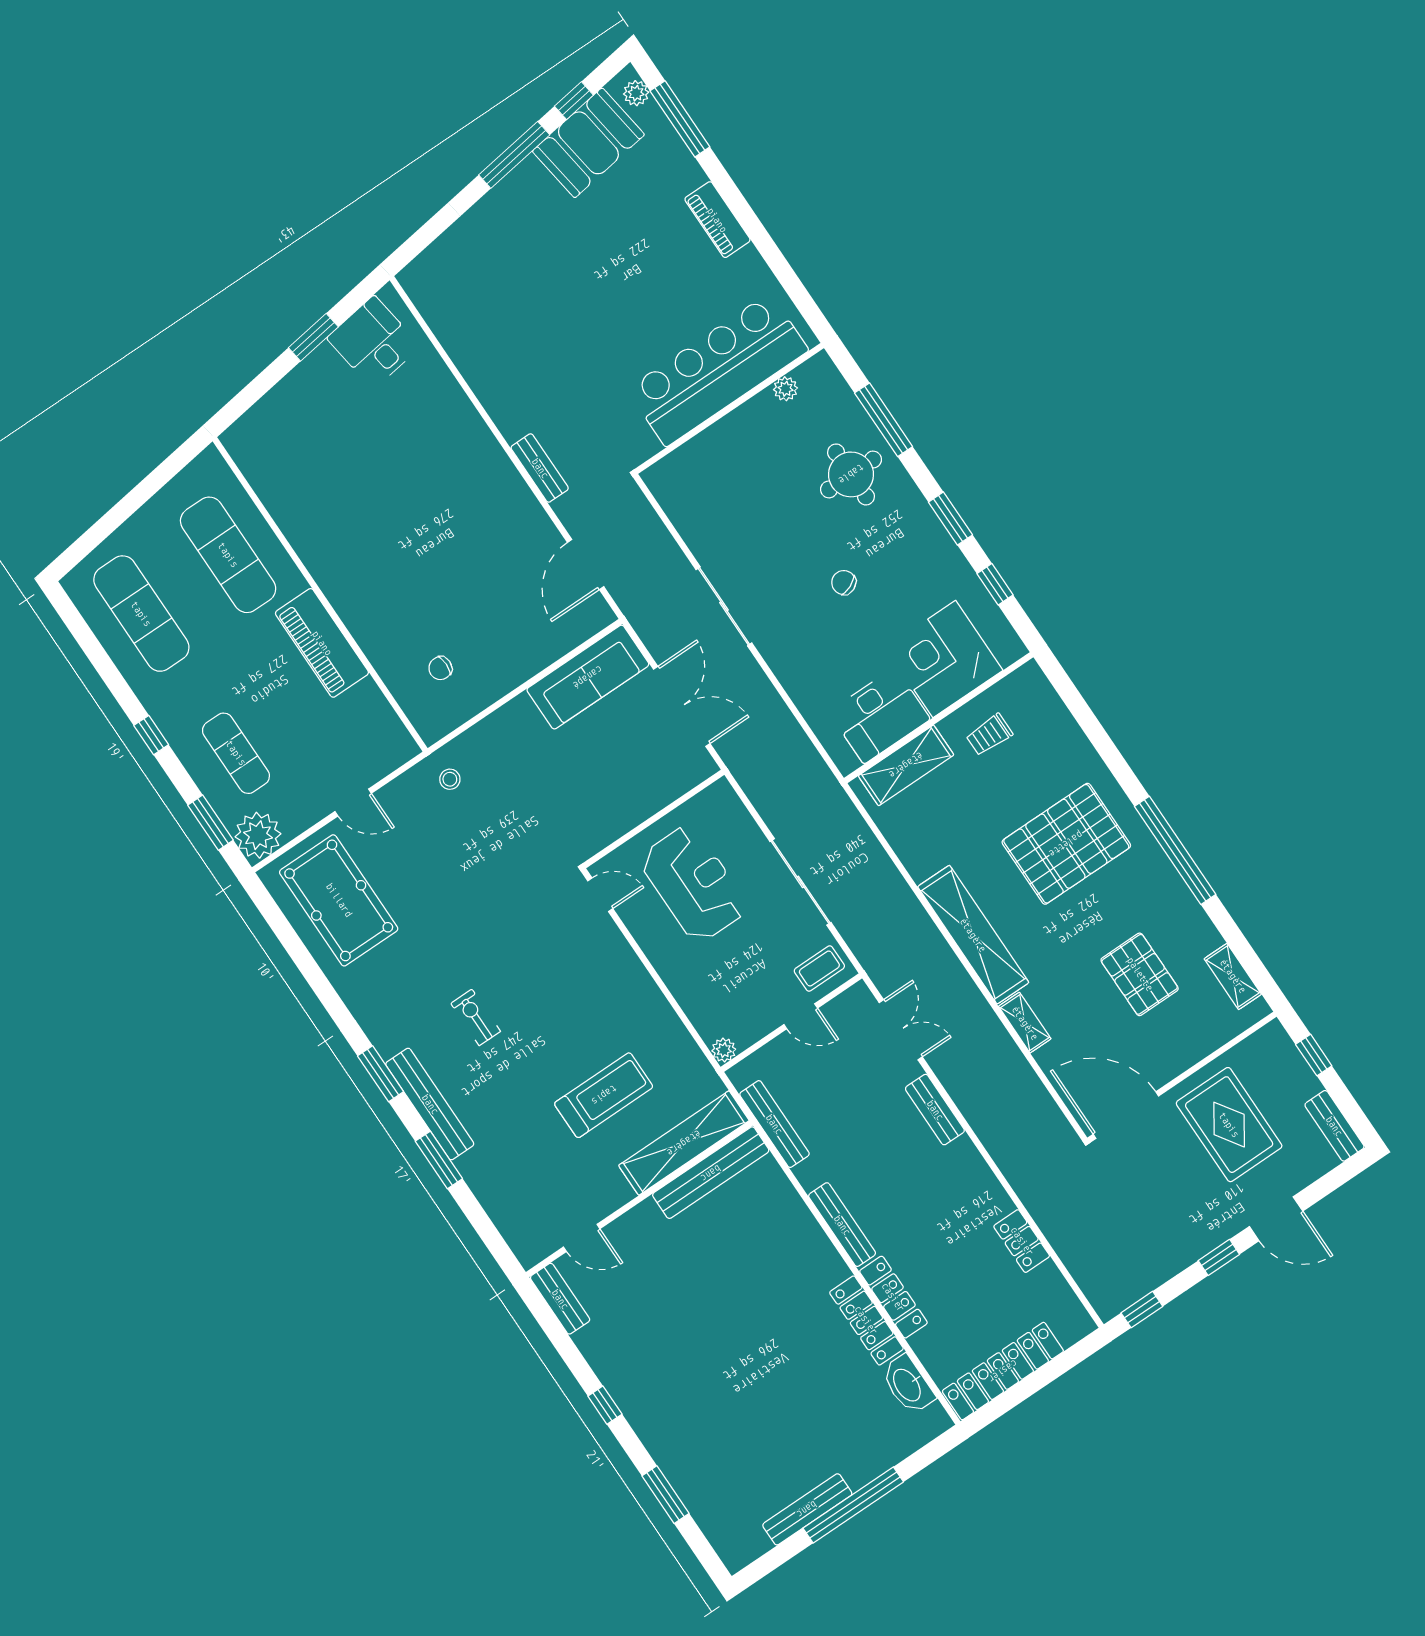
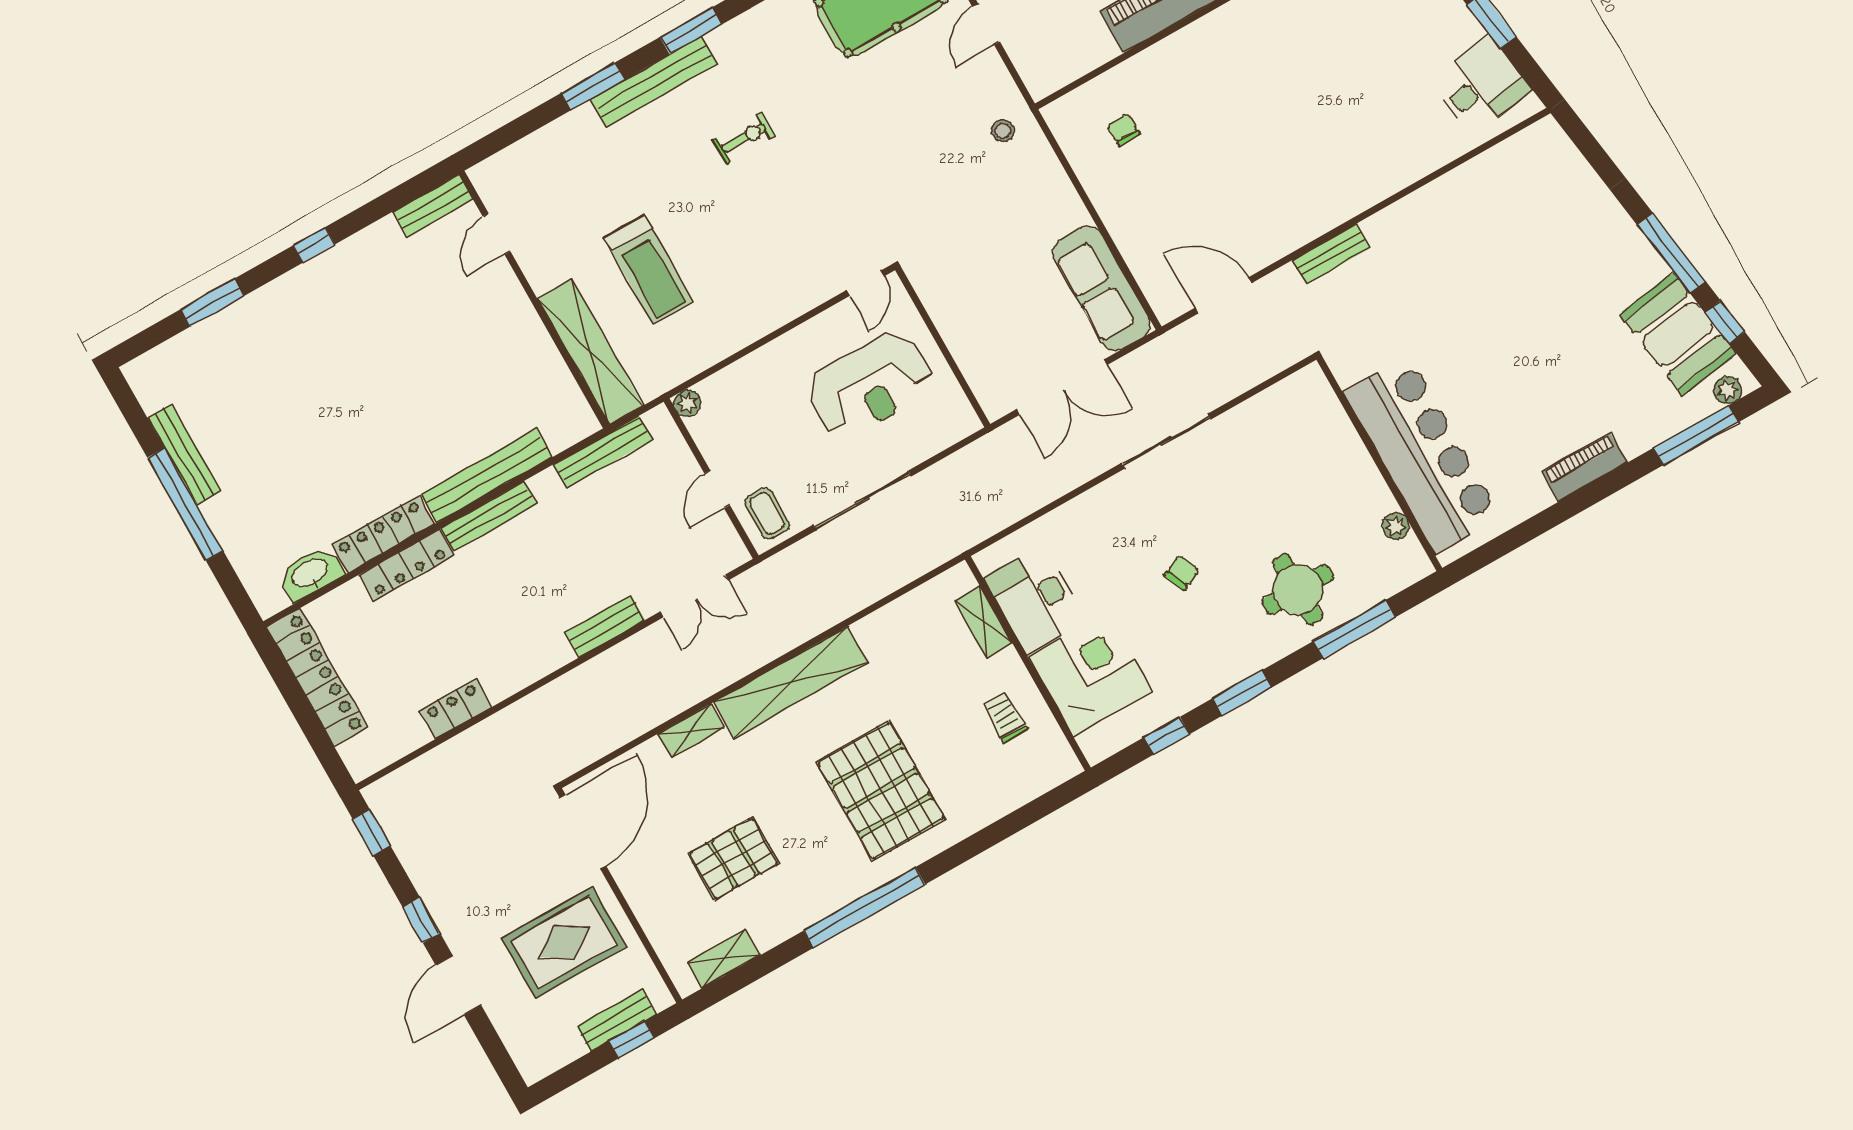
shelving: (906, 765) -> (983, 622), width x0.67, depth x0.75
bench: (1334, 1126) -> (617, 1020), moved
bench: (711, 1173) -> (486, 476), moved, turned 90

